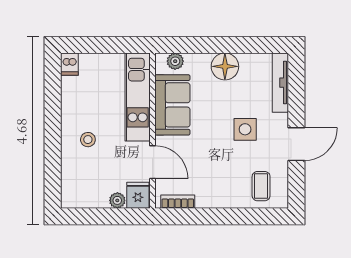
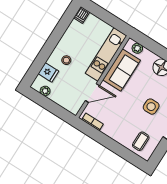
door: (152, 162) -> (92, 93), hinge flipped
fridge: (138, 195) -> (48, 72), moved, turned 90
plant: (117, 200) -> (45, 91), moved

